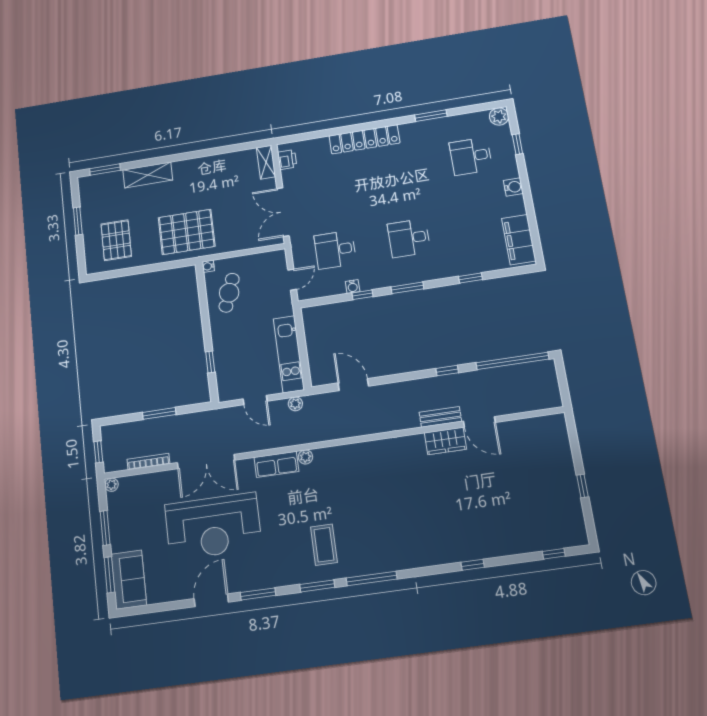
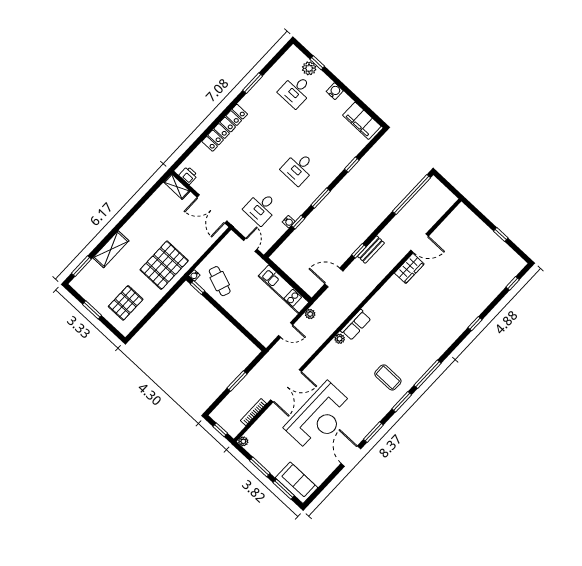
plant: (499, 117) -> (309, 68), moved
pallet: (116, 240) -> (126, 303), turned 90
window: (210, 362) -> (197, 288), moved
window: (447, 371) -> (359, 251), moved
bench: (440, 417) -> (371, 250), moved
row of seats: (276, 464) -> (356, 325), moved

